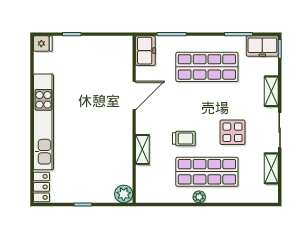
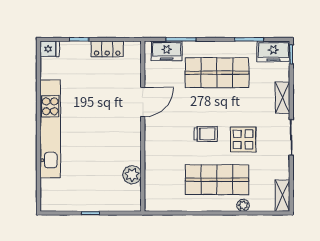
freezer: (145, 51) -> (167, 51), moved, turned 90
trolley: (184, 138) -> (206, 134), moved
shelving: (142, 149) -> (151, 157), removed
shelving: (271, 168) -> (283, 196), moved
locker: (41, 187) -> (107, 49), moved, turned 90
plant: (124, 194) -> (132, 175), moved
plant: (199, 197) -> (243, 205), moved

